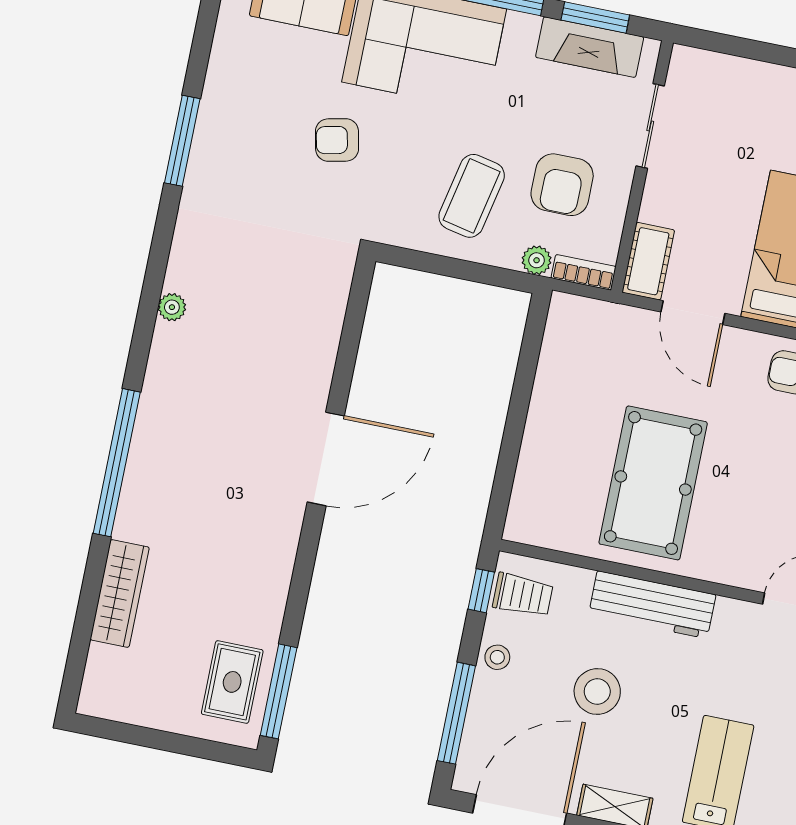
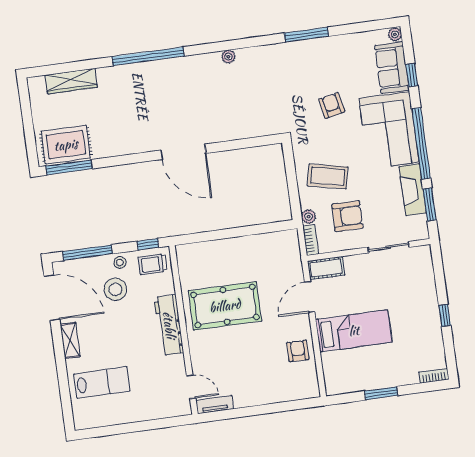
fireplace: (590, 47) -> (413, 190), moved
armchair: (562, 185) -> (347, 216), turned 180
wardrobe: (120, 593) -> (71, 81), moved
trolley: (523, 595) -> (153, 264), turned 90
rug: (232, 682) -> (66, 145), width x1.36, depth x1.43
stool: (597, 691) -> (115, 289), moved

